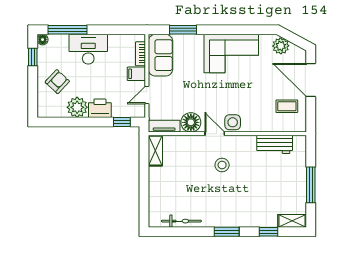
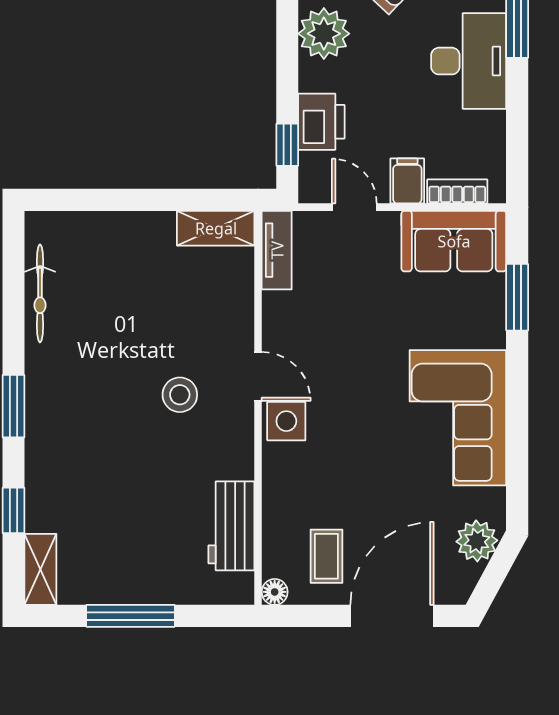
printer: (100, 108) -> (321, 122), moved
floor lamp: (191, 122) -> (275, 592), moved, width x0.53, depth x0.53
door: (215, 134) -> (258, 376), hinge flipped

